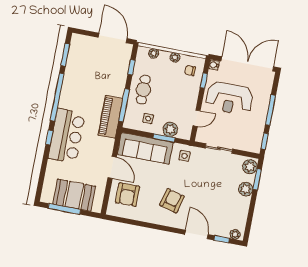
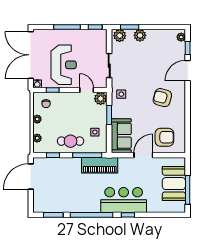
plant: (170, 129) -> (101, 99), moved
sofa: (145, 148) -> (121, 136), width x0.73

